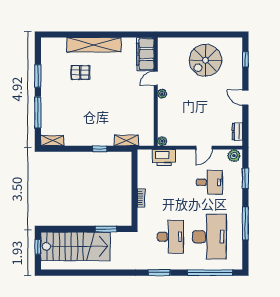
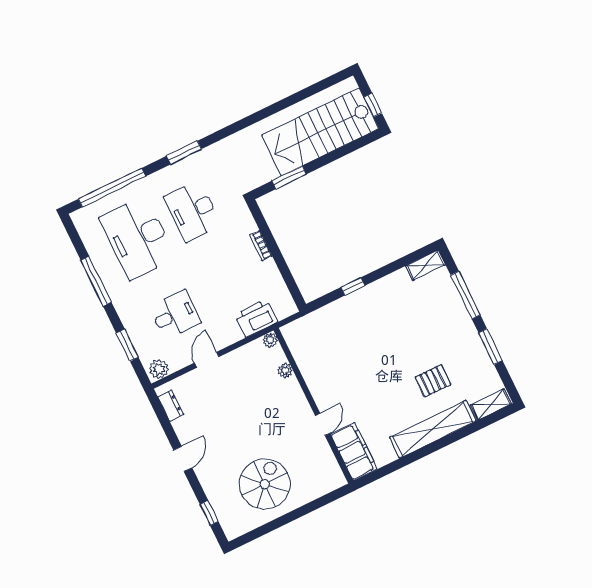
plant: (162, 94) -> (285, 370), moved
door: (245, 98) -> (183, 459), hinge flipped
shelving: (126, 140) -> (491, 405), moved
desk: (209, 182) -> (175, 315), turned 180

